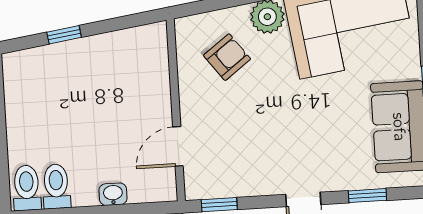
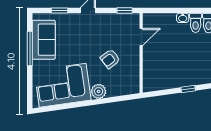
armchair: (227, 57) -> (110, 59), moved
washbasin: (113, 194) -> (183, 18), moved

